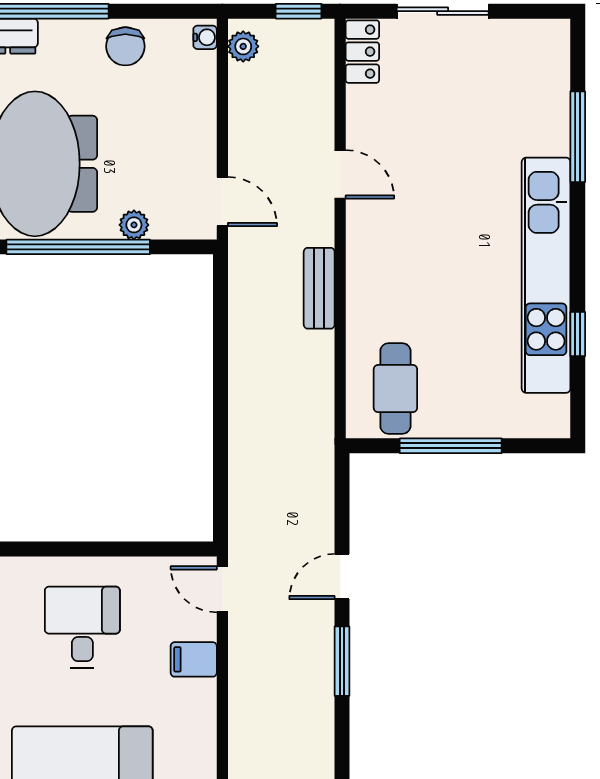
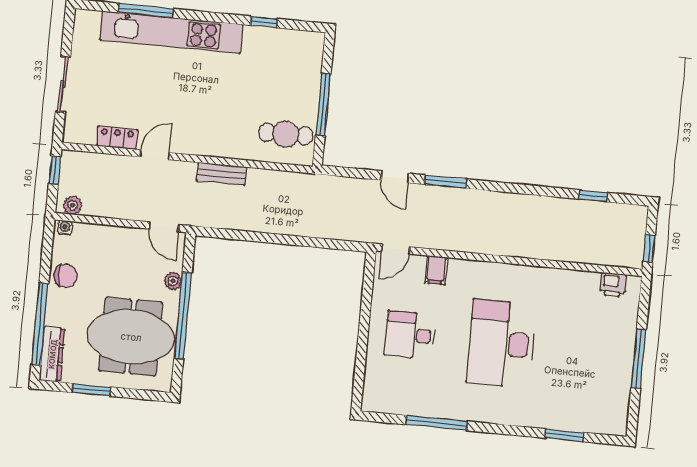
locker: (362, 52) -> (117, 138), moved
door: (222, 202) -> (164, 227), swing flipped
kitchen unit: (546, 275) -> (171, 32), moved

